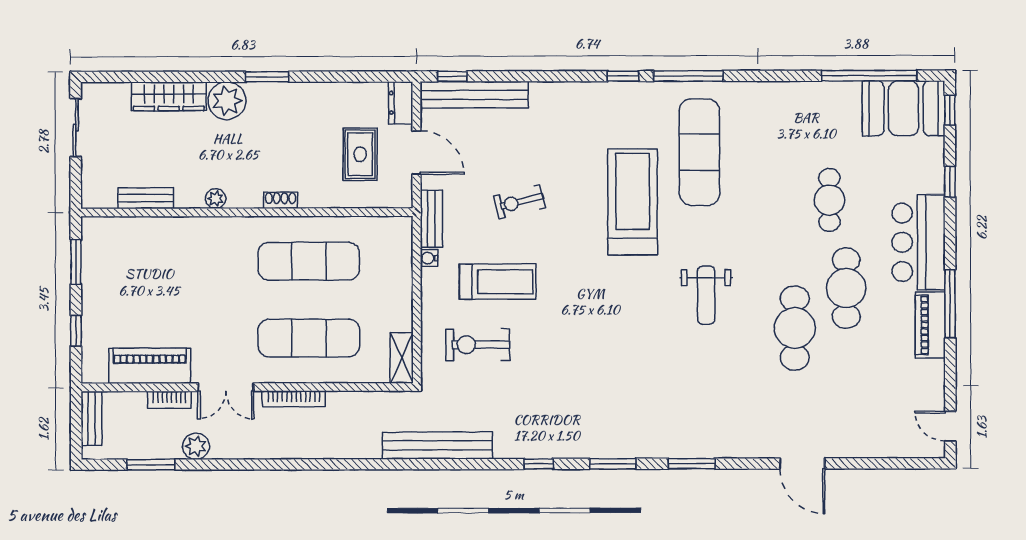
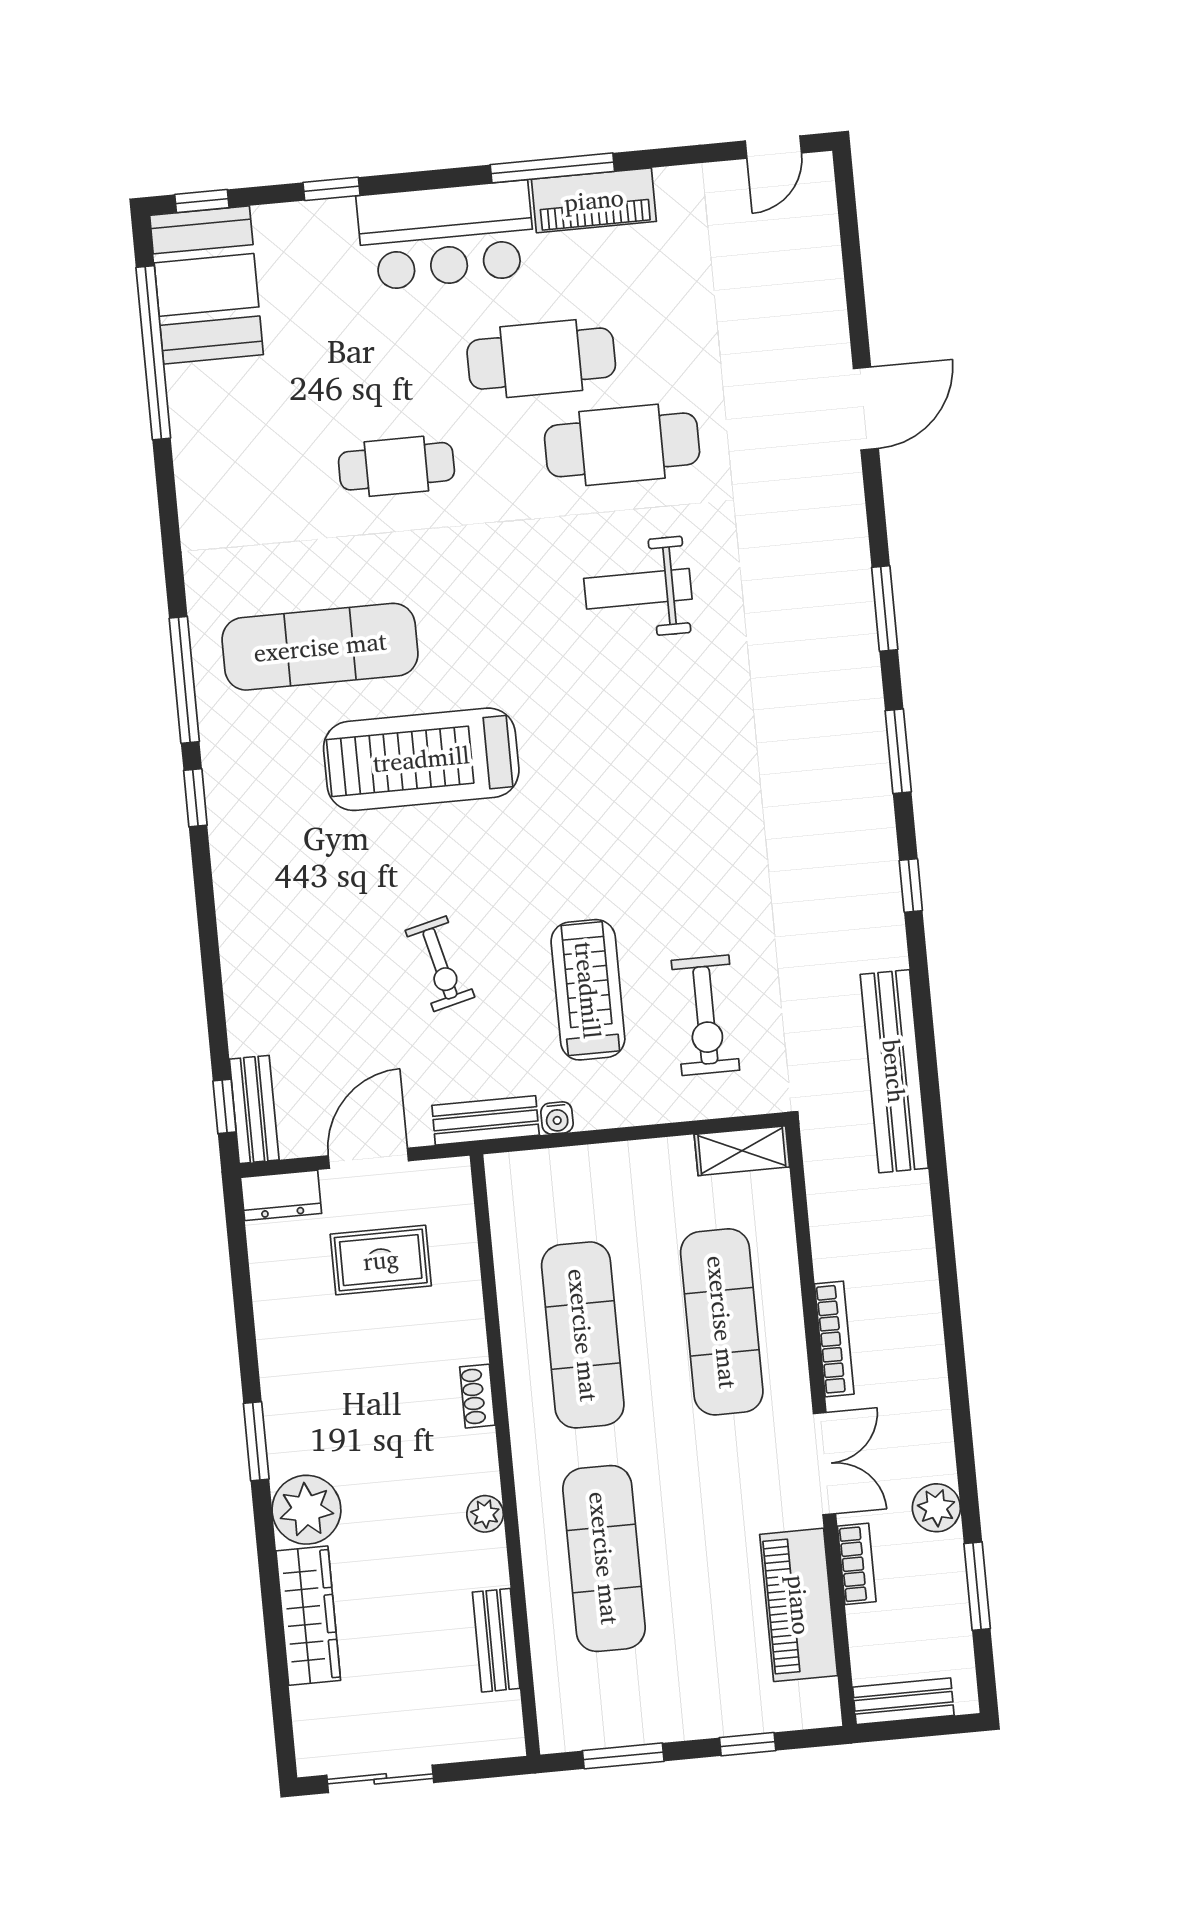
bench: (474, 95) -> (254, 1109), width x0.54, depth x0.82
cafe table: (829, 200) -> (396, 466), moved
exercise mat: (185, 261) -> (604, 1558), added
weight bench: (706, 295) -> (638, 589), moved, turned 180

